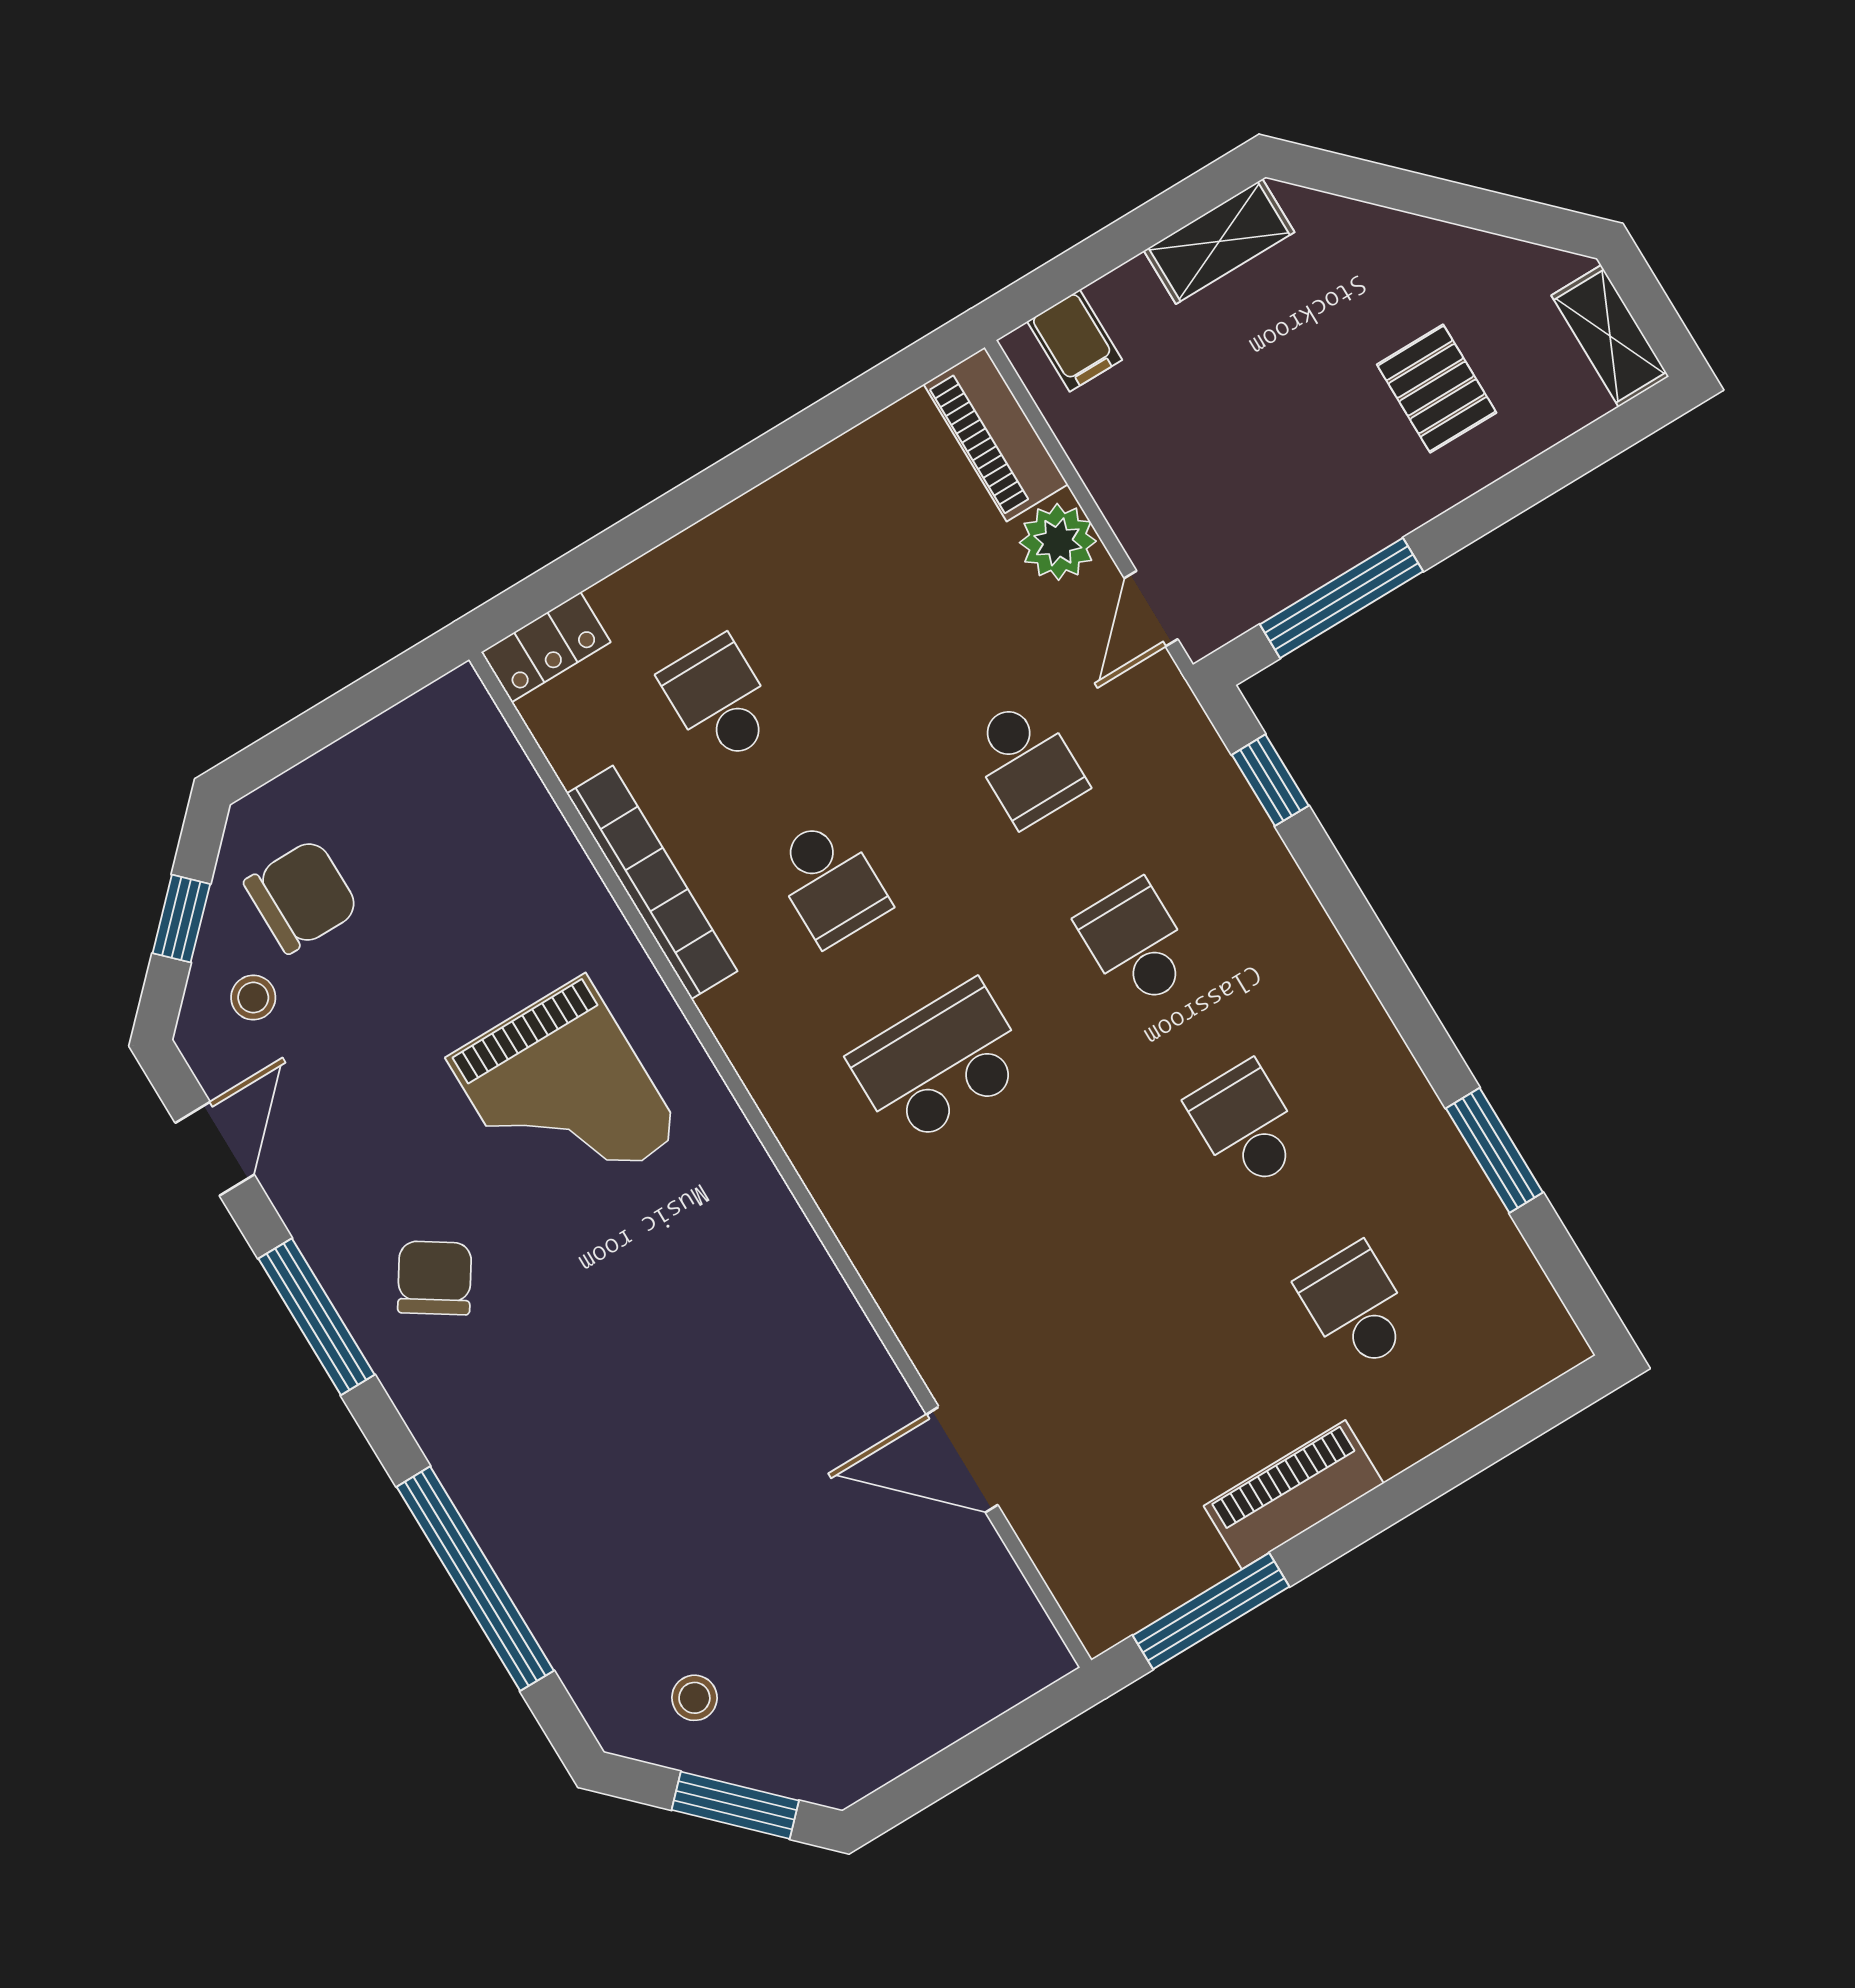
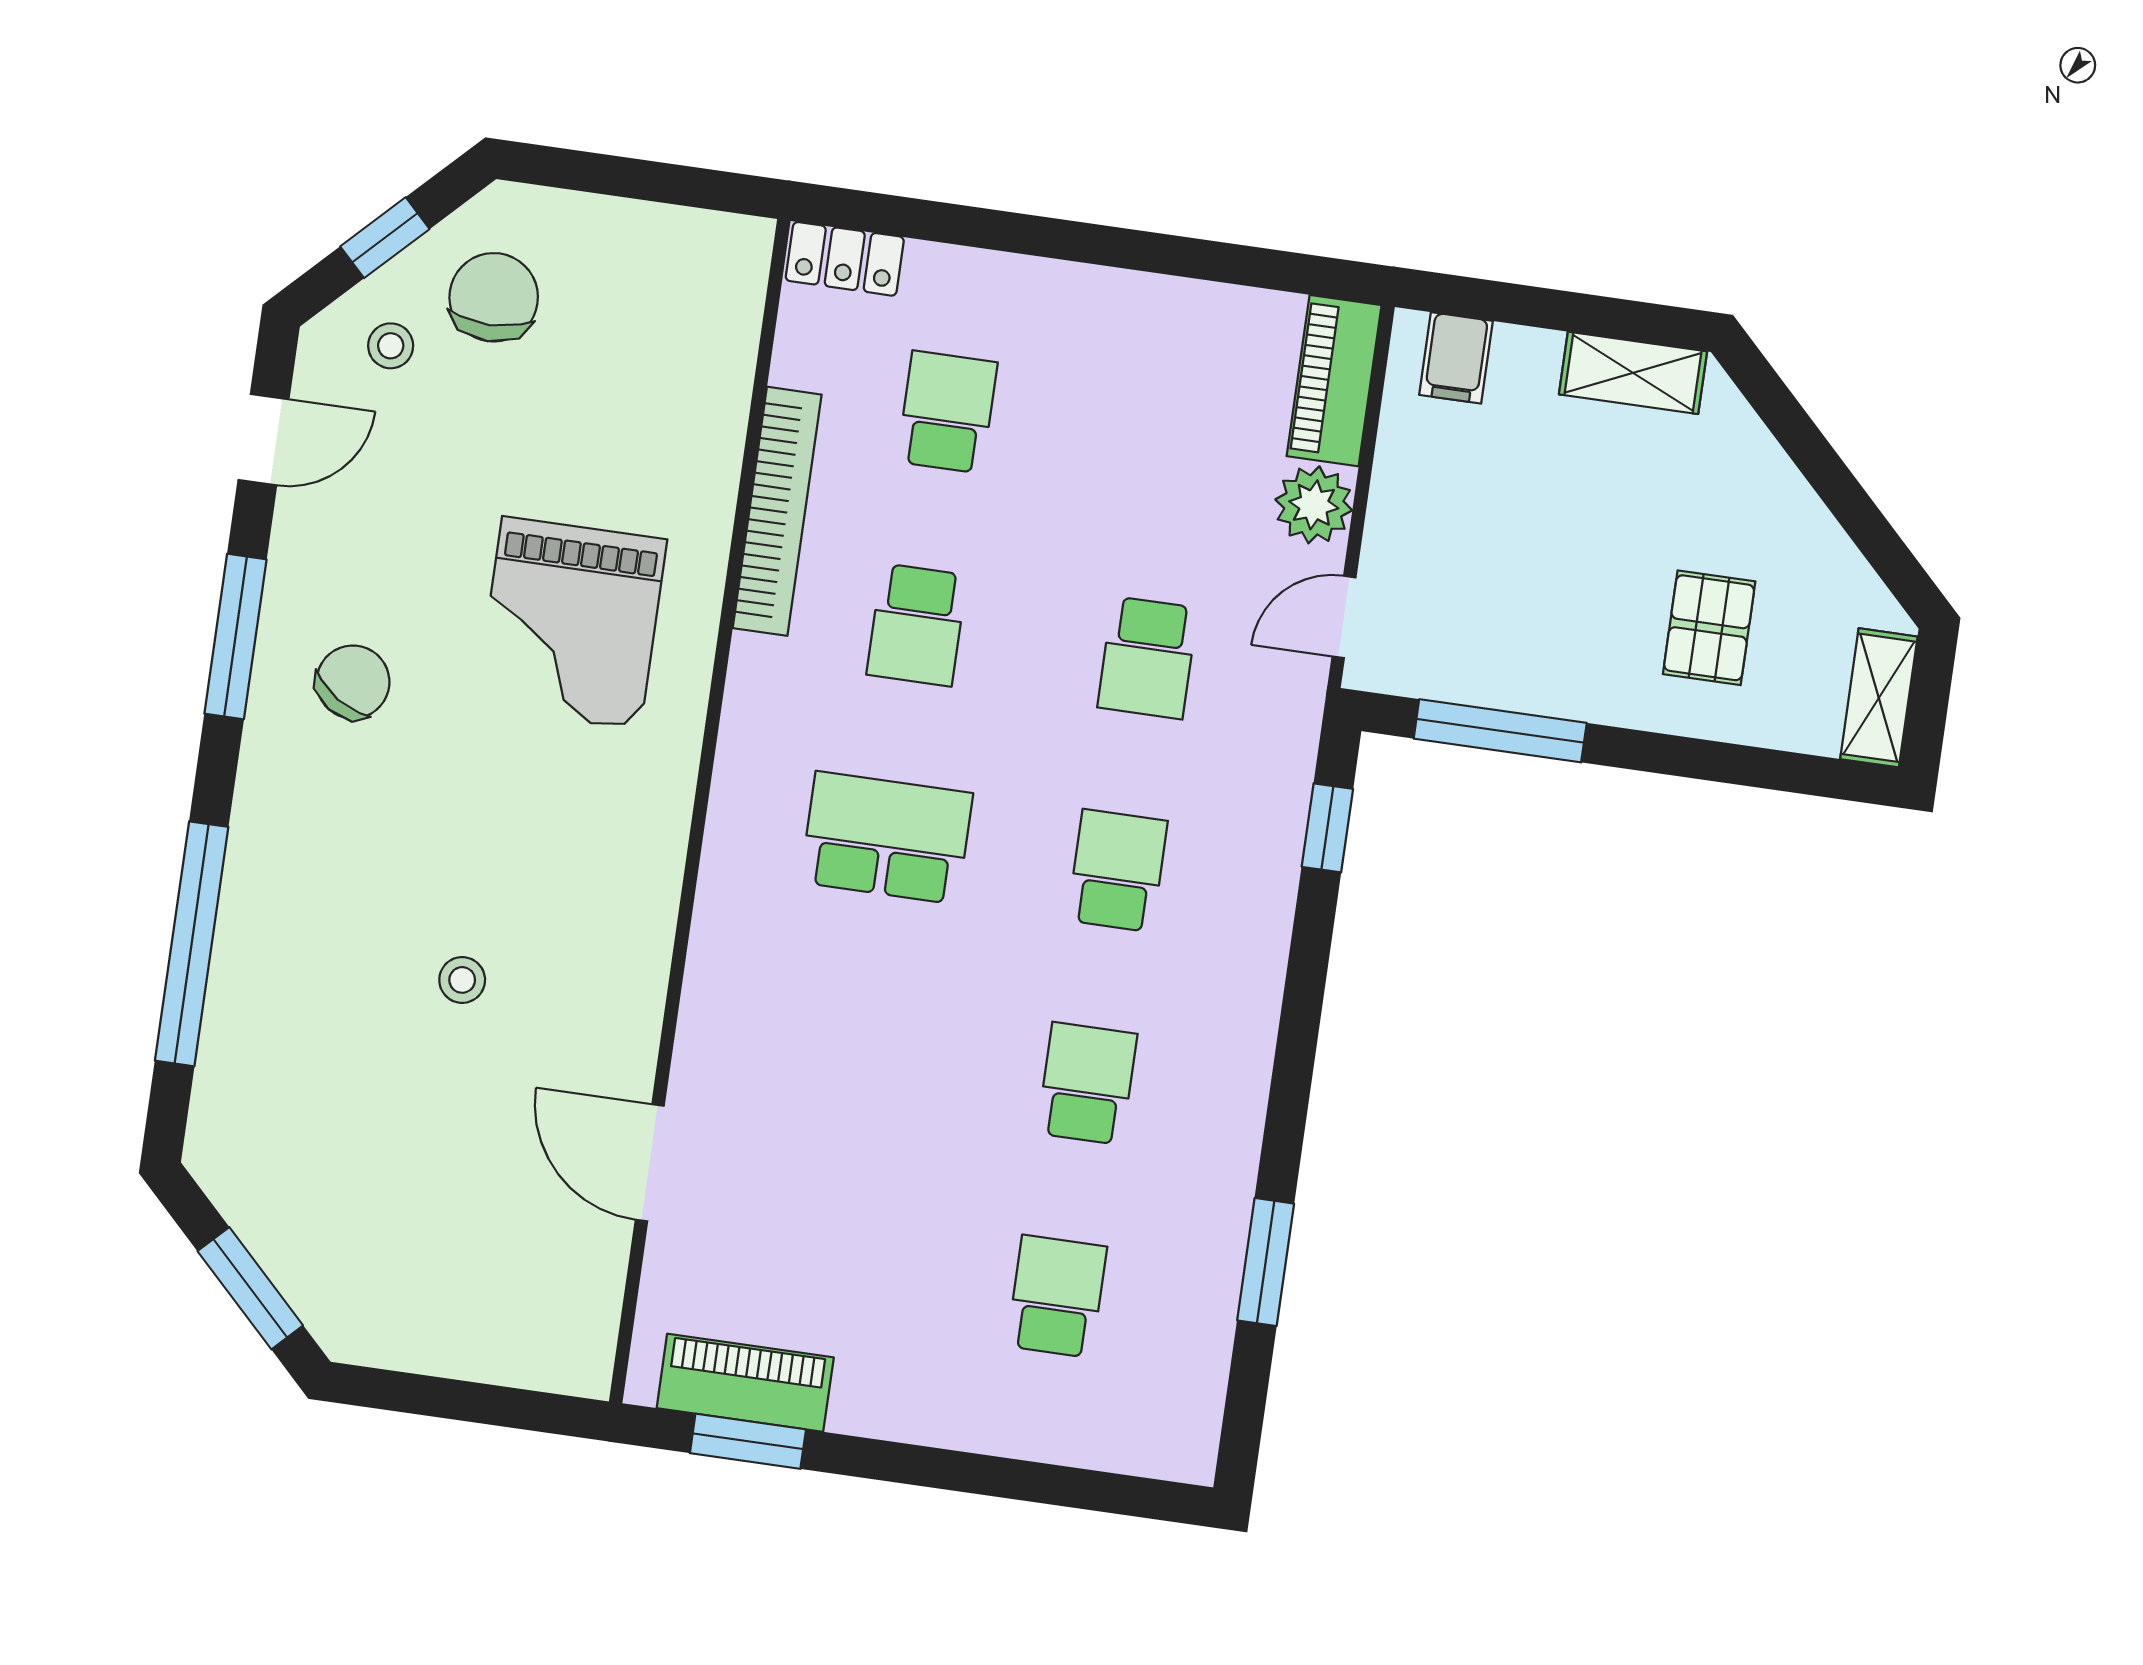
chair: (302, 896) -> (494, 297), turned -90
piano: (1294, 1495) -> (745, 1383), moved
window: (1211, 1611) -> (748, 1441), width x0.69
stool: (694, 1698) -> (462, 980), moved

